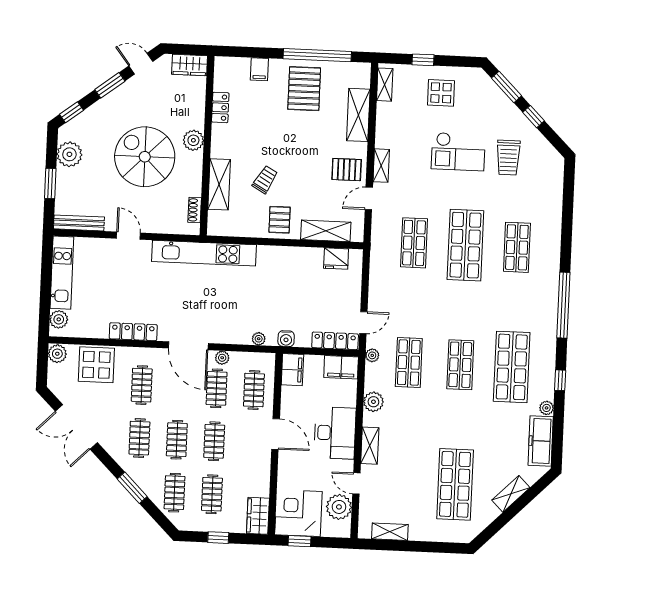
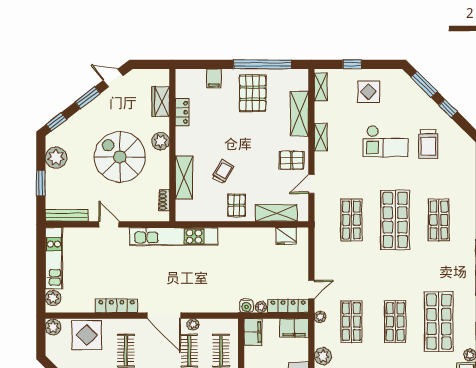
wardrobe: (190, 65) -> (161, 101), moved, turned 90
shelving: (381, 166) -> (321, 137), moved
plant: (259, 339) -> (261, 307), moved

